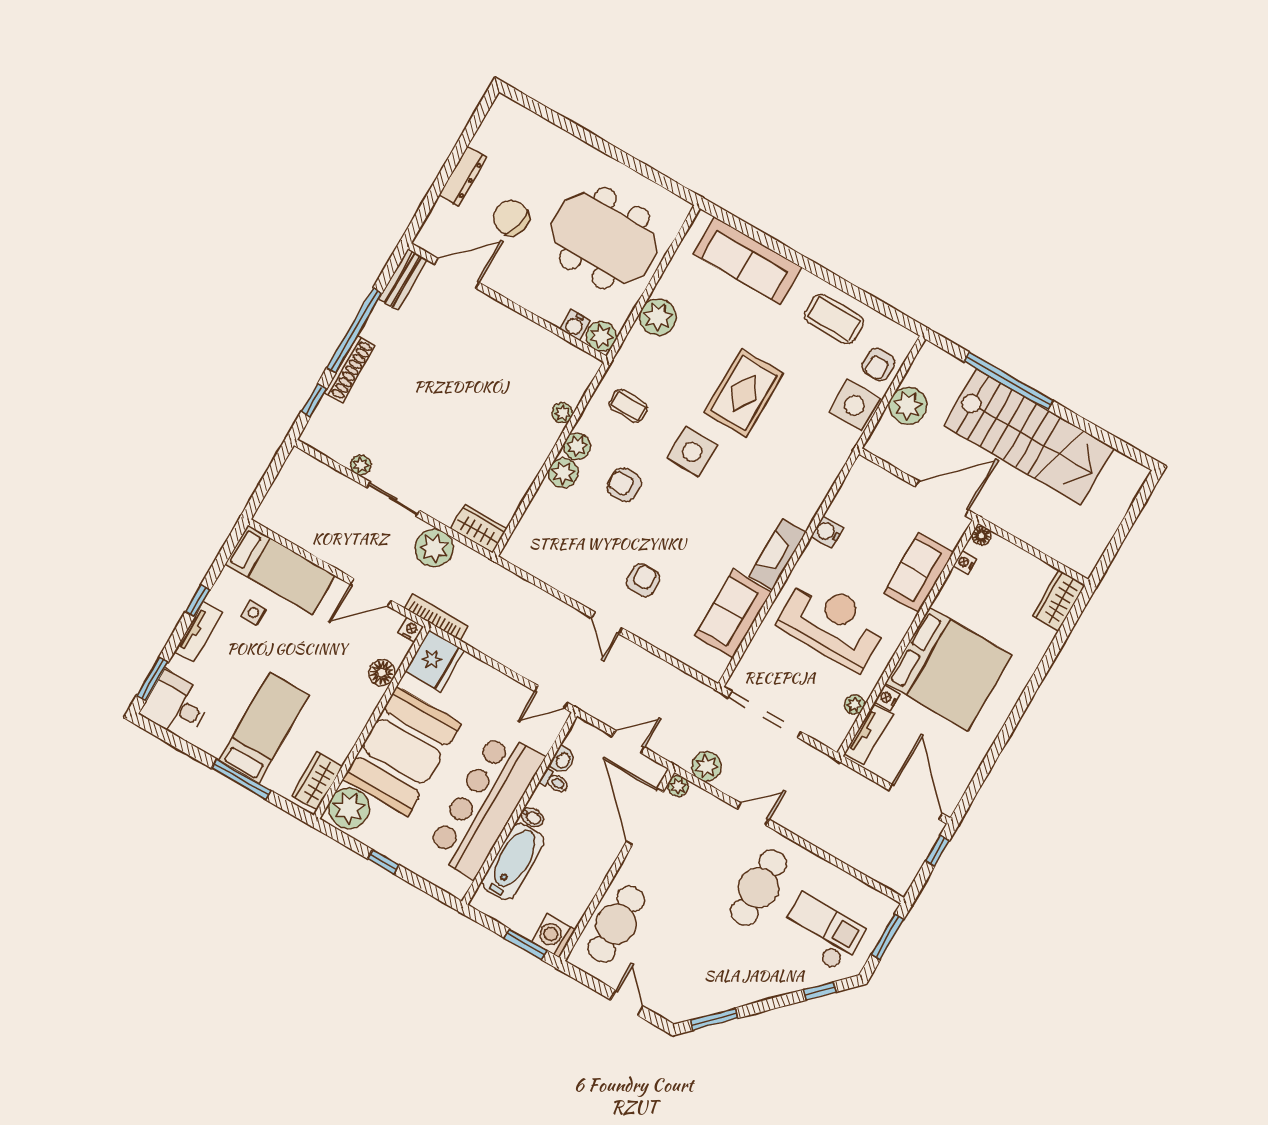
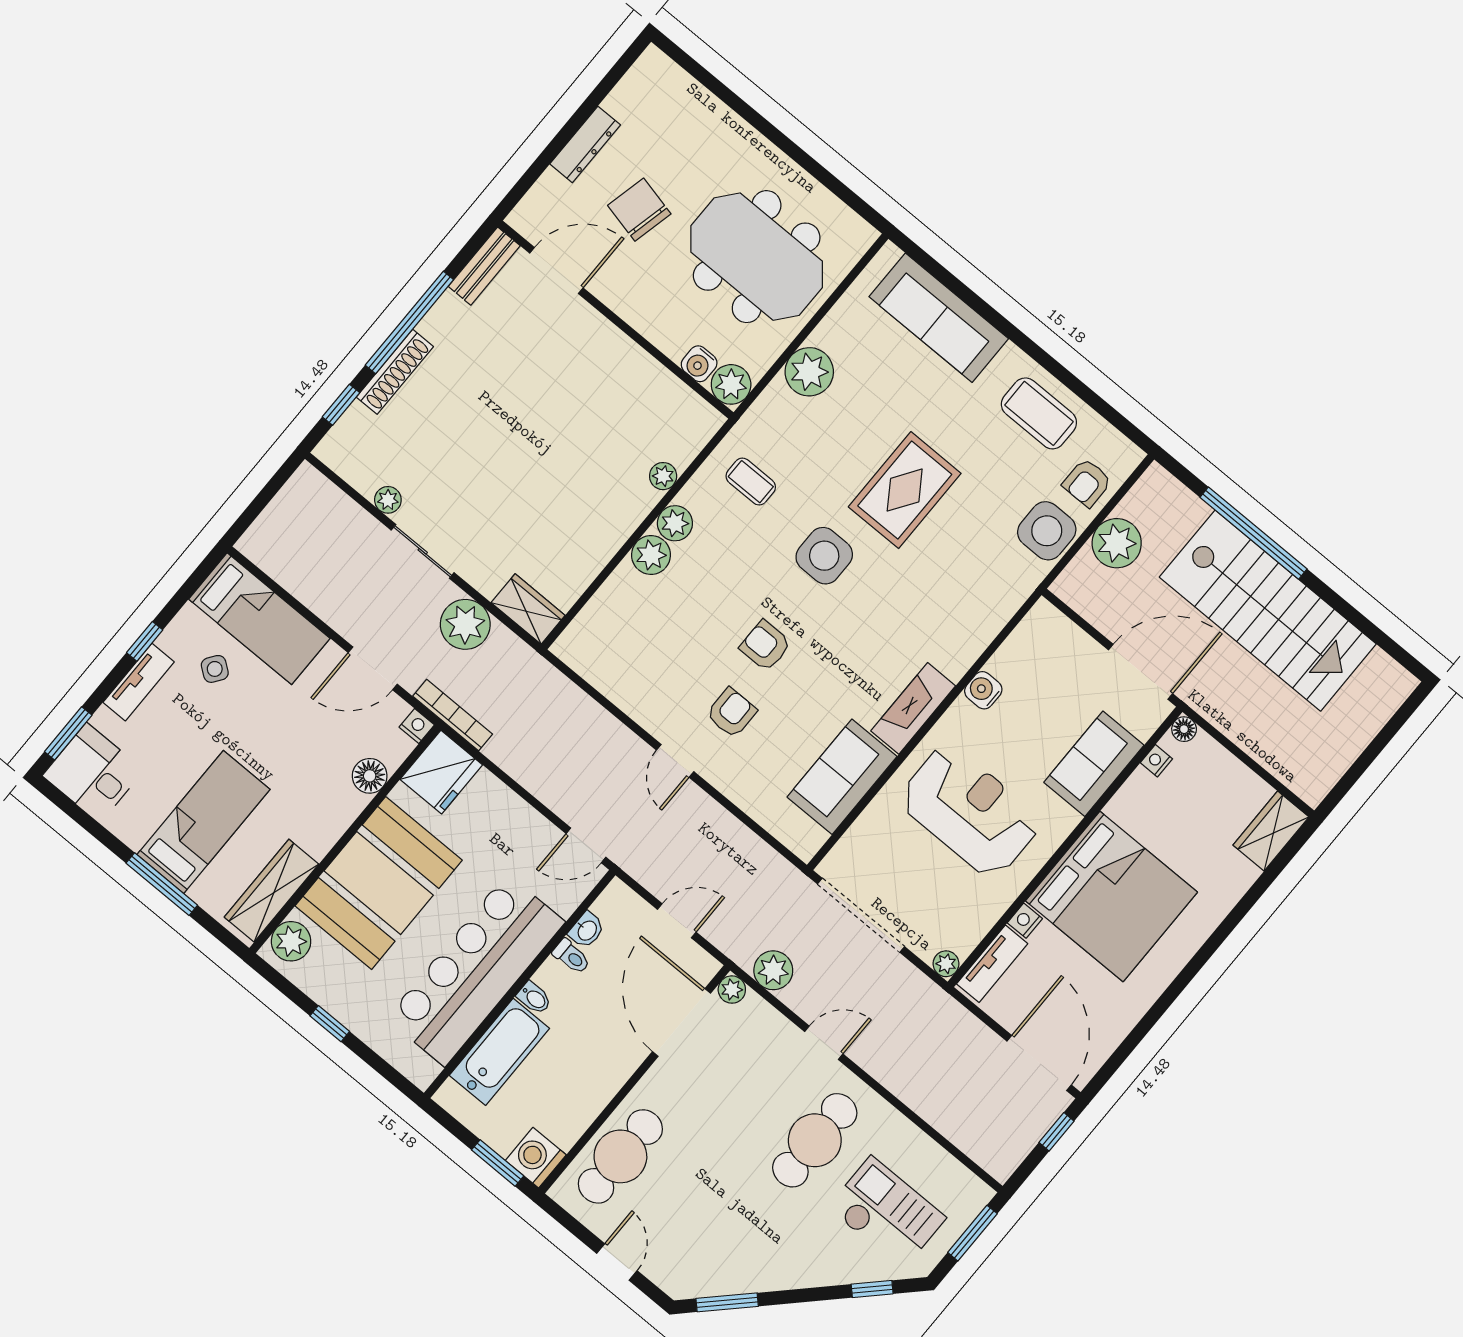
armchair: (624, 485) -> (765, 646), moved
side table: (253, 613) -> (215, 669), turned 36
plant: (854, 705) -> (946, 964), moved
wardrobe: (317, 781) -> (271, 891), width x1.50
plant: (349, 808) -> (291, 941), width x0.73, depth x0.73

